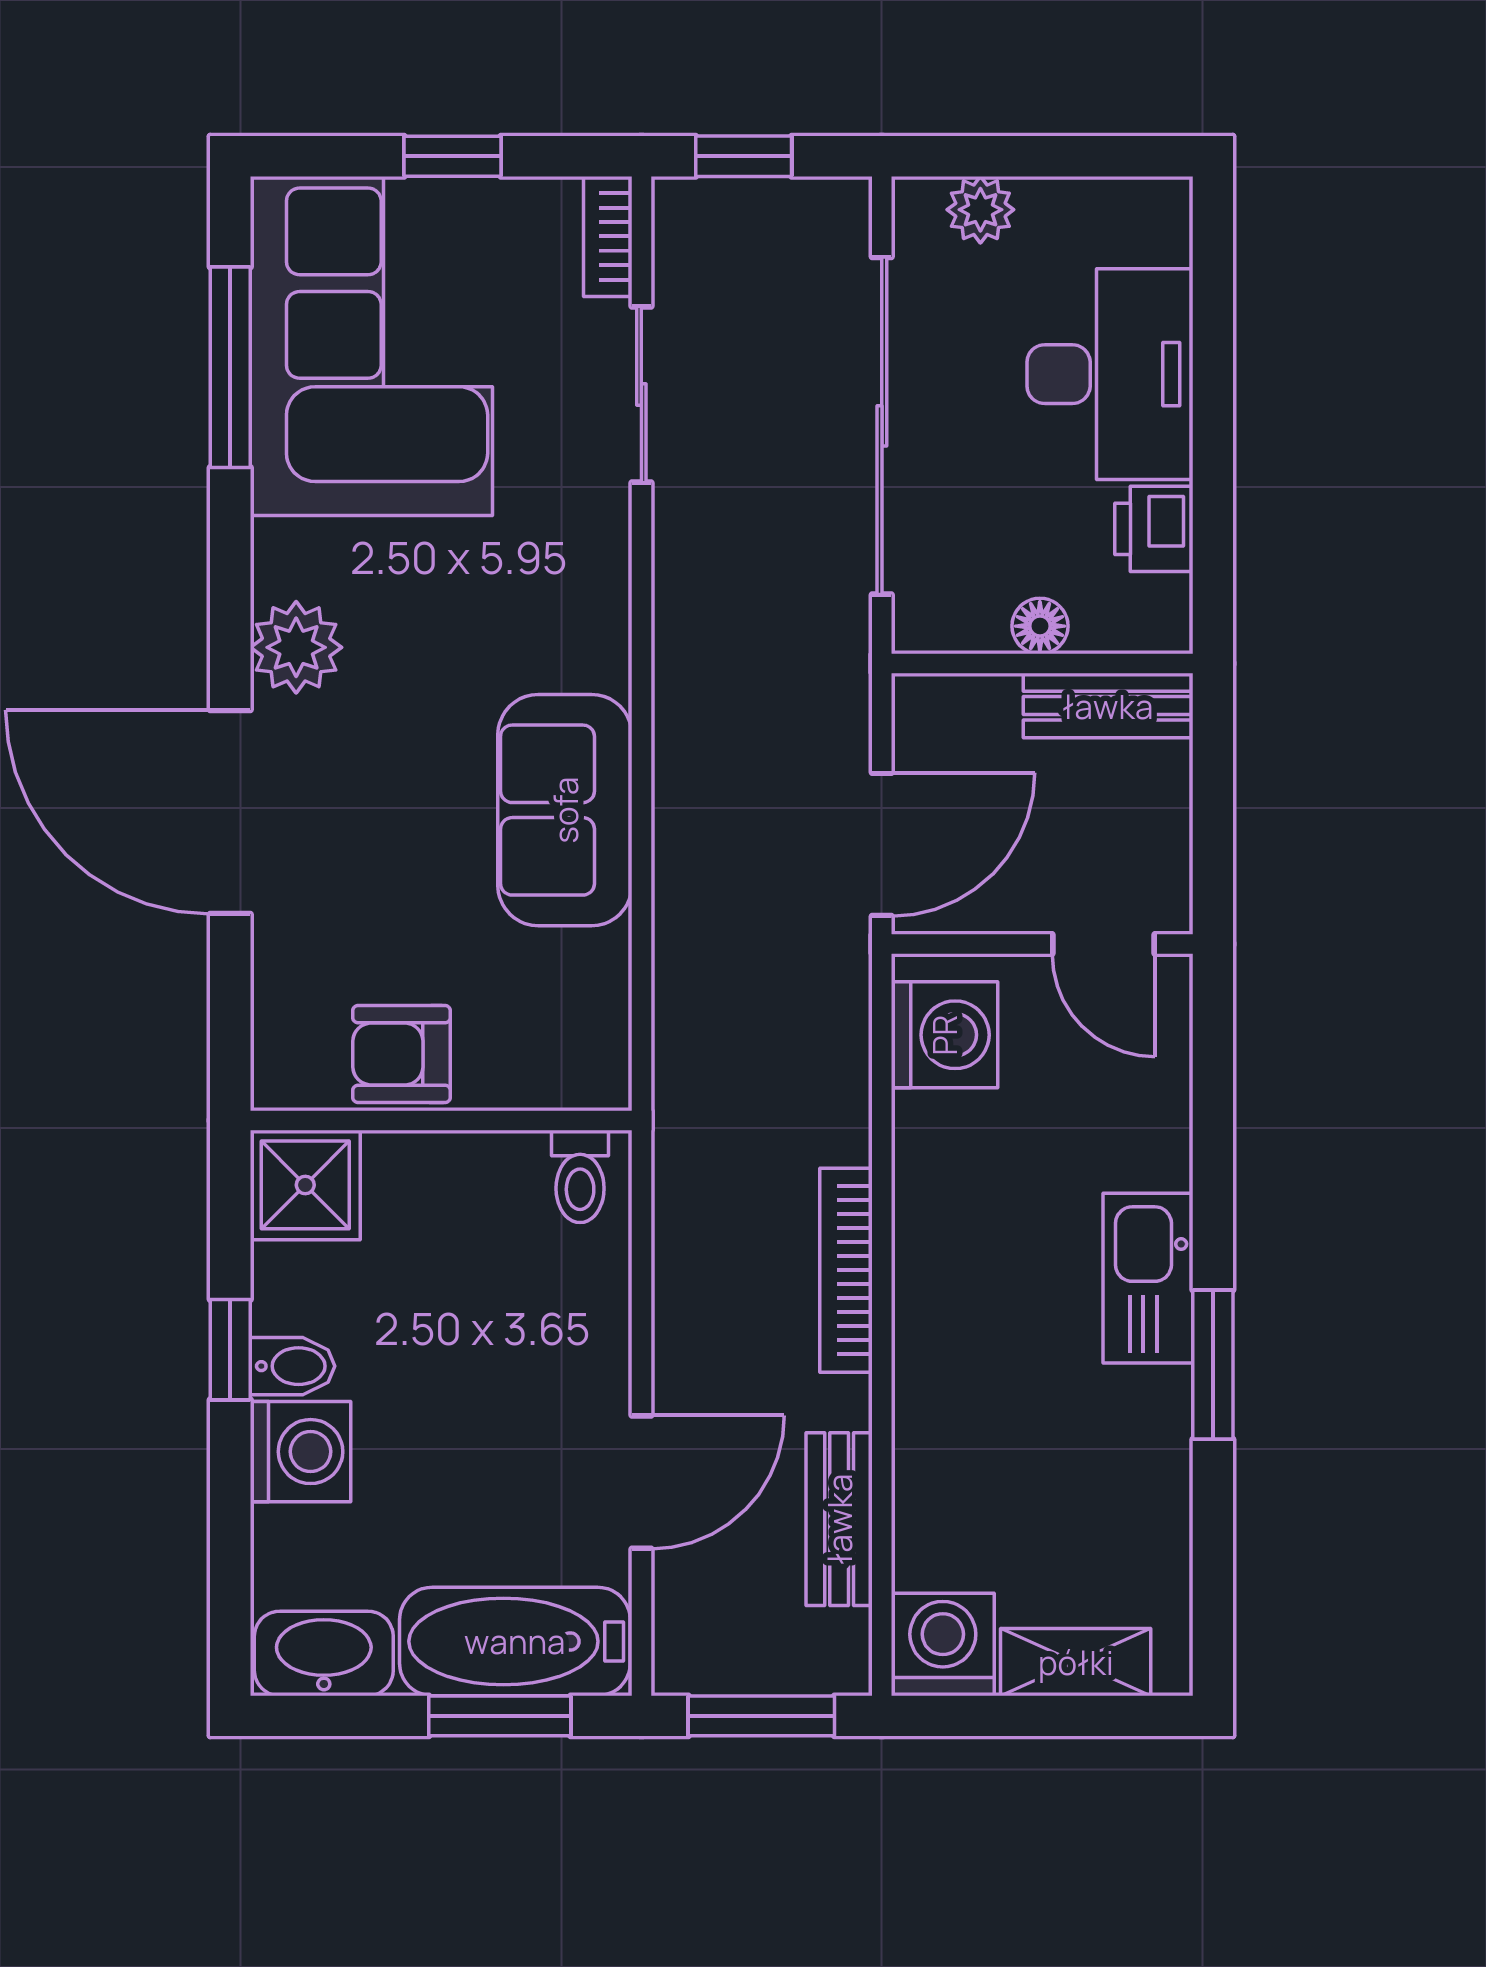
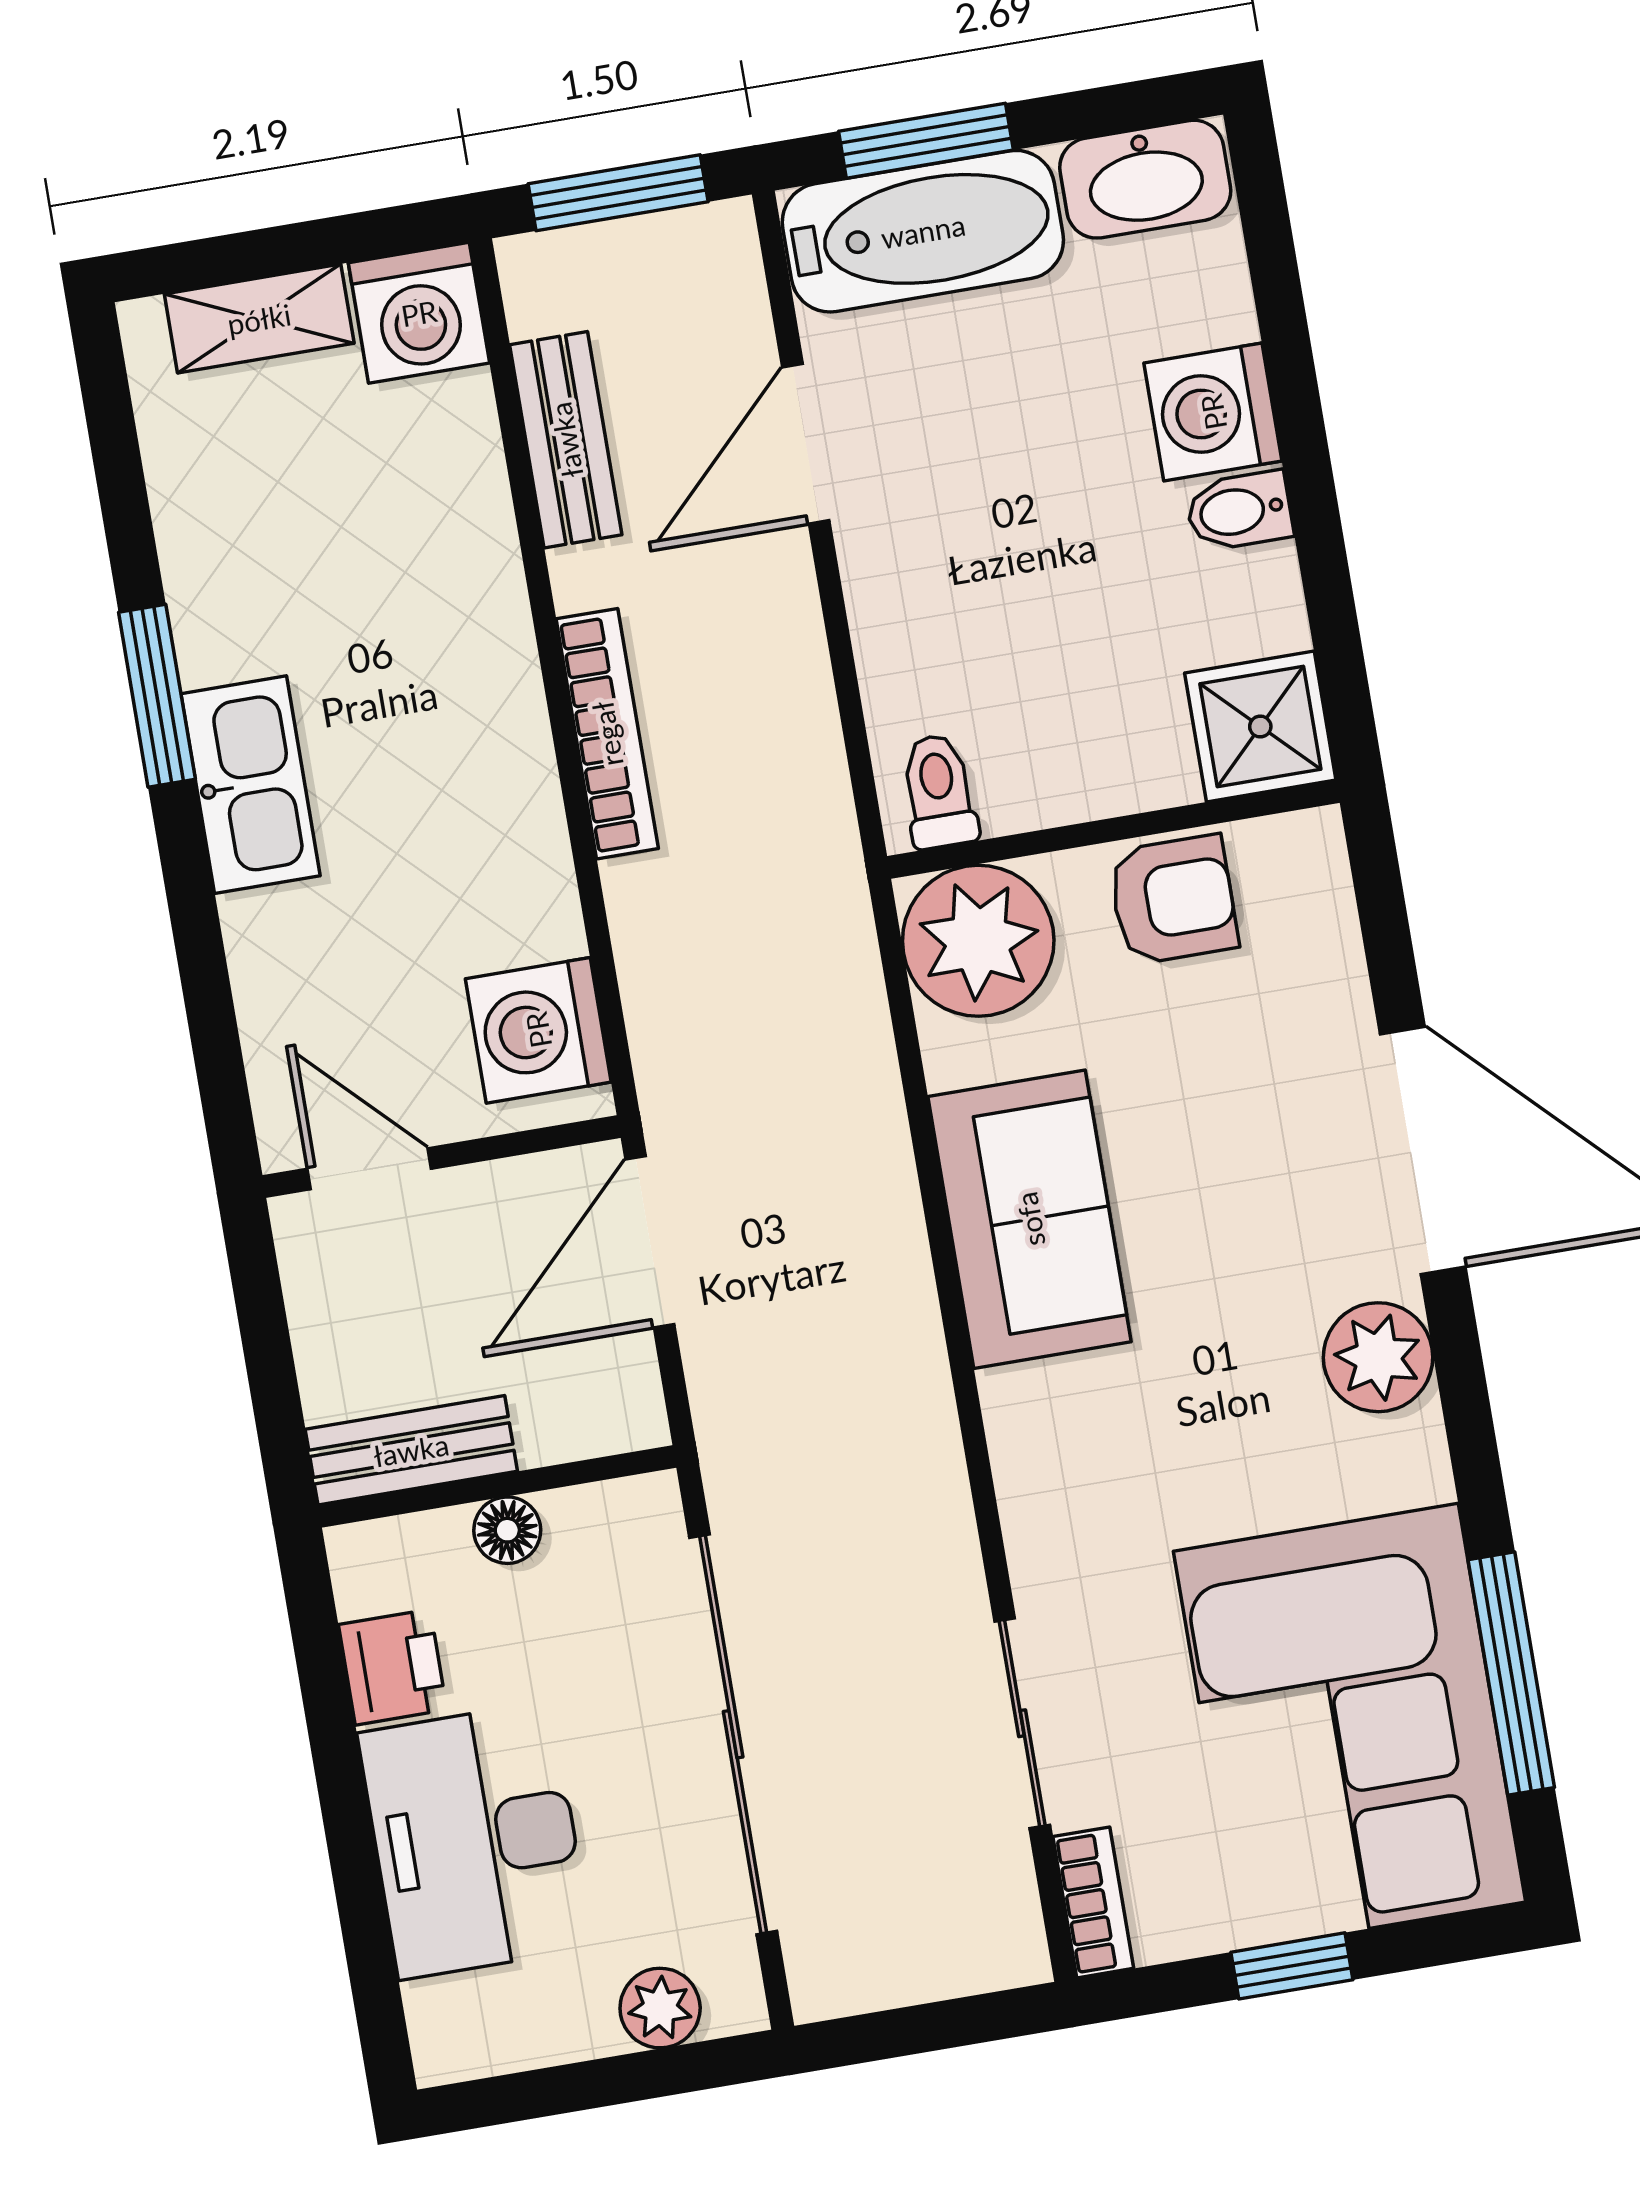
window: (744, 156) -> (949, 2024), removed
plant: (568, 1047) -> (978, 941), added
window: (230, 1350) -> (1316, 518), removed

